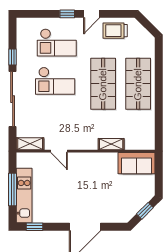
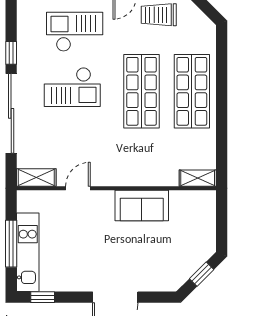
checkout: (57, 42) -> (75, 32), turned 180
shelving: (111, 144) -> (198, 178), moved
door: (59, 151) -> (78, 188), swing flipped
sofa: (136, 163) -> (142, 205), moved

